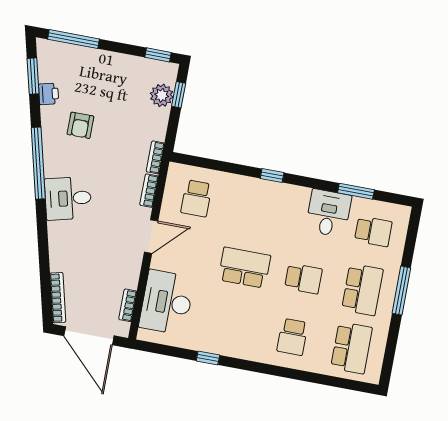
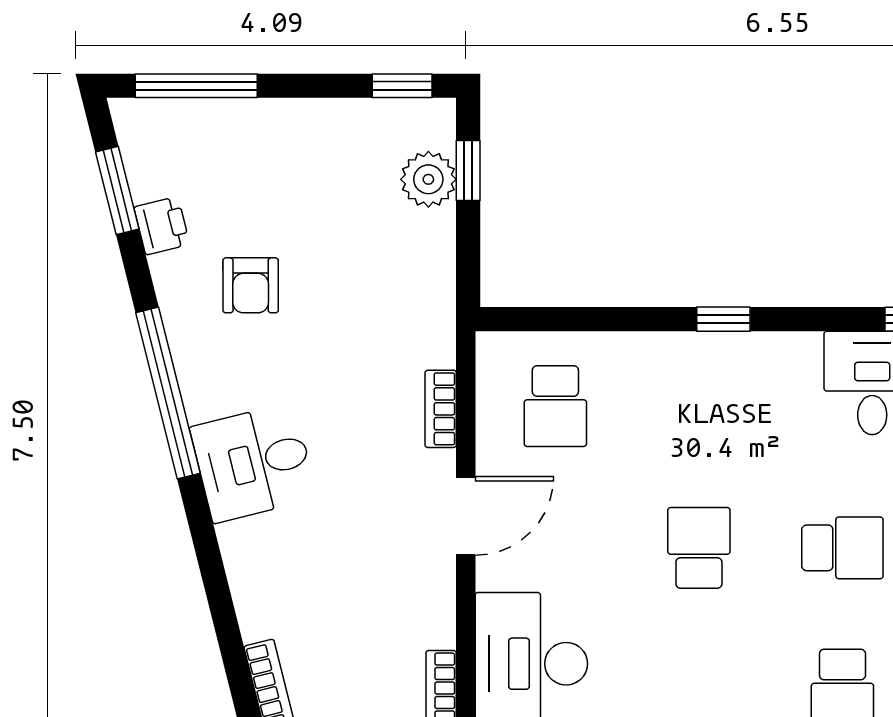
bookcase: (155, 157) -> (441, 328), removed
school desk: (244, 268) -> (699, 548), width x0.54

